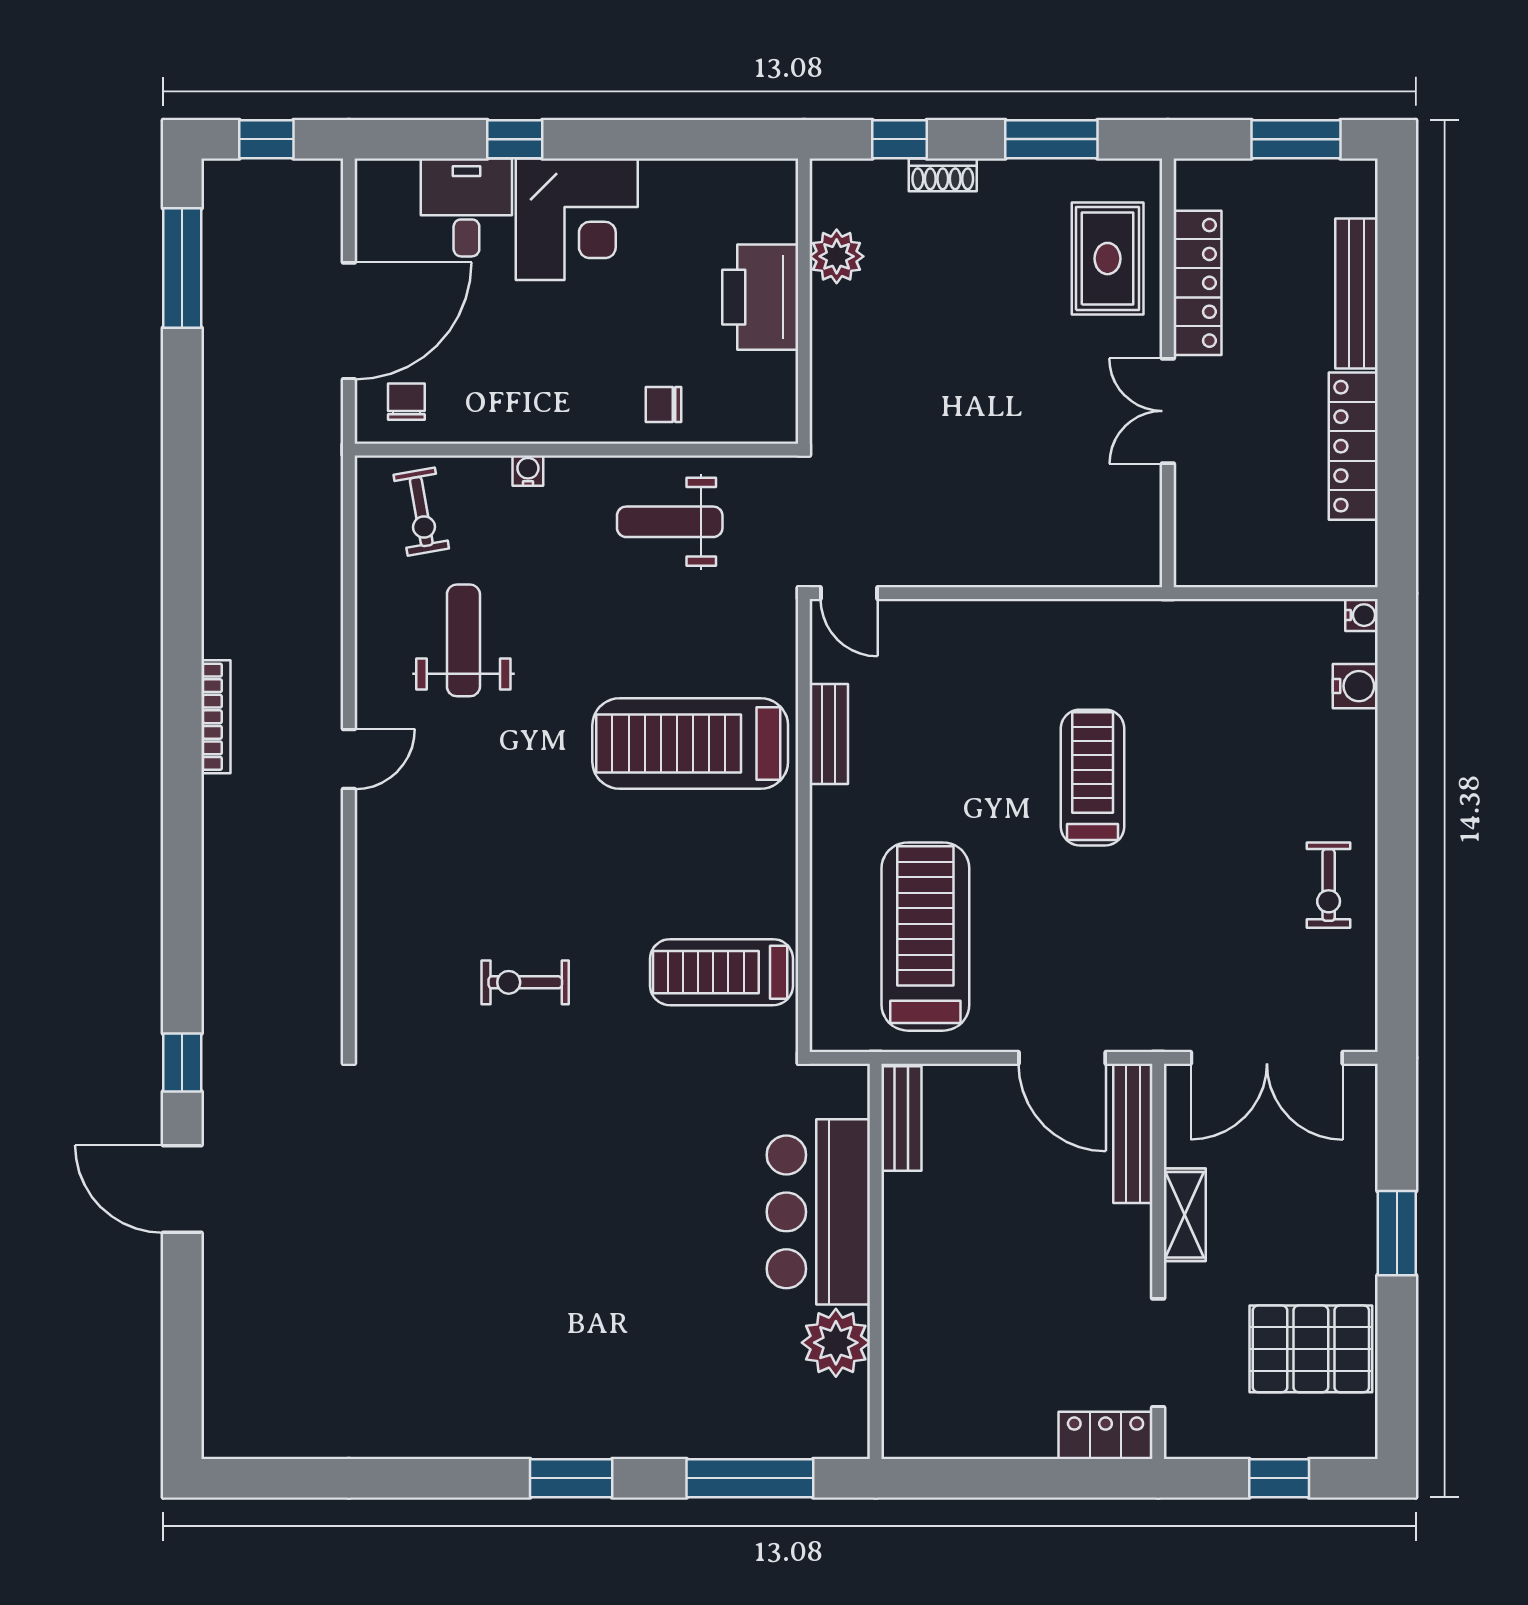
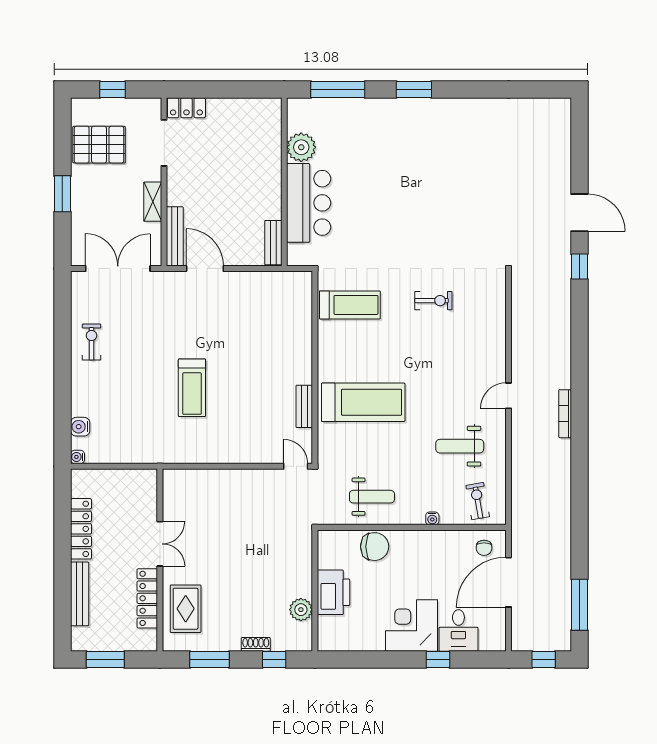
chair: (664, 405) -> (375, 547), width x1.87, depth x1.87
weight bench: (463, 640) -> (460, 446), turned 90
treadmill: (925, 937) -> (263, 320), removed

